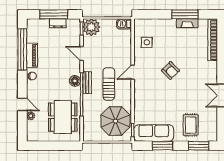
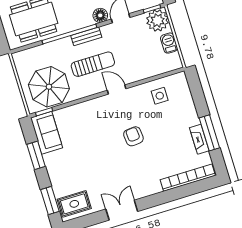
barbecue: (124, 24) -> (169, 43), moved
armchair: (170, 70) -> (133, 136), turned 129
floor lamp: (75, 81) -> (100, 15), moved
rug: (191, 125) -> (74, 204), moved
sofa: (154, 133) -> (47, 133), width x0.73

